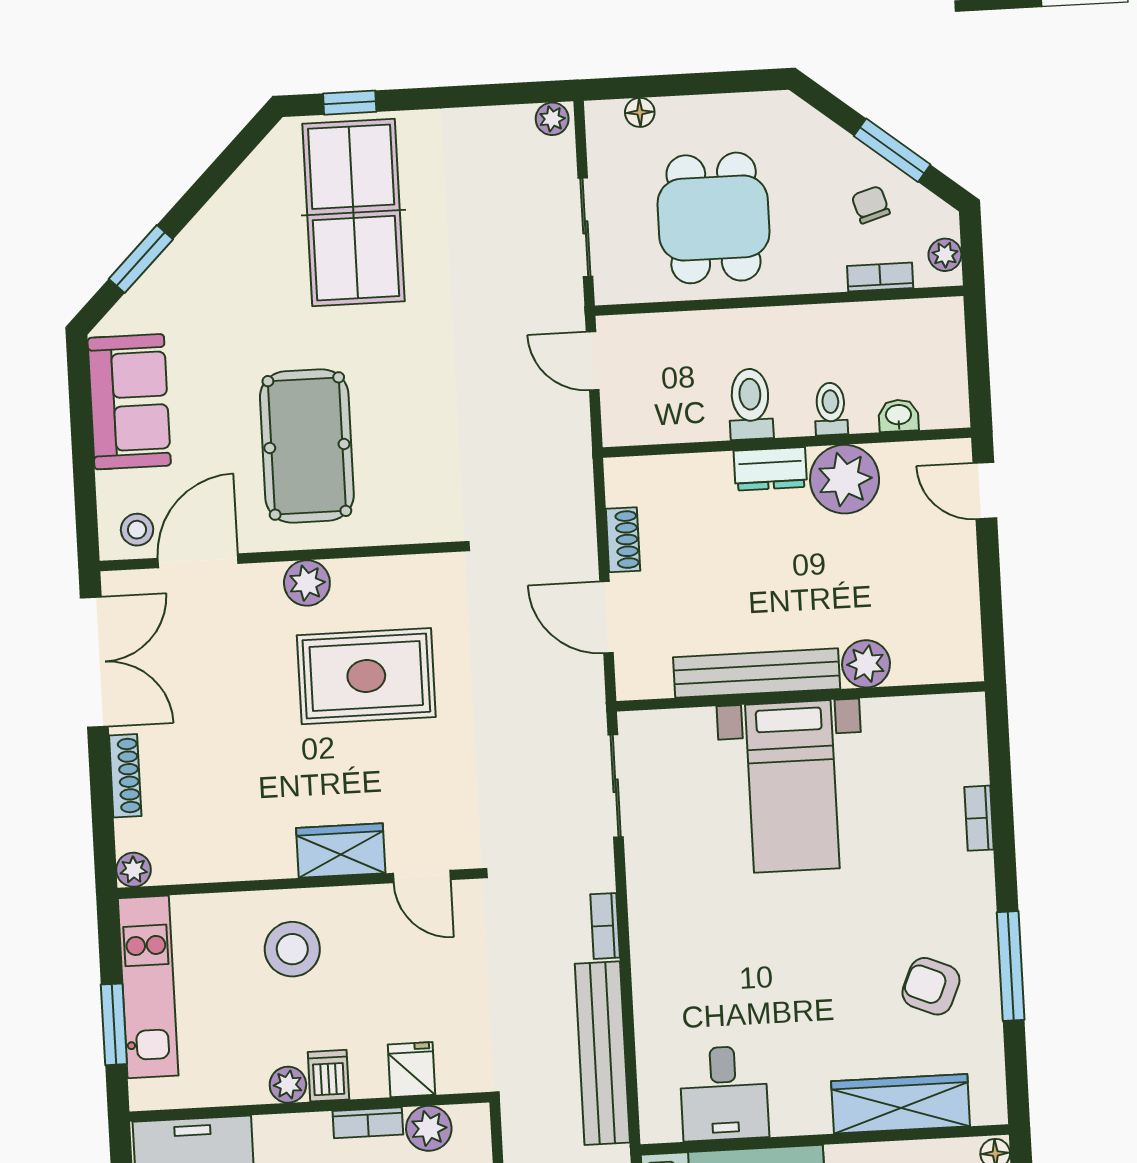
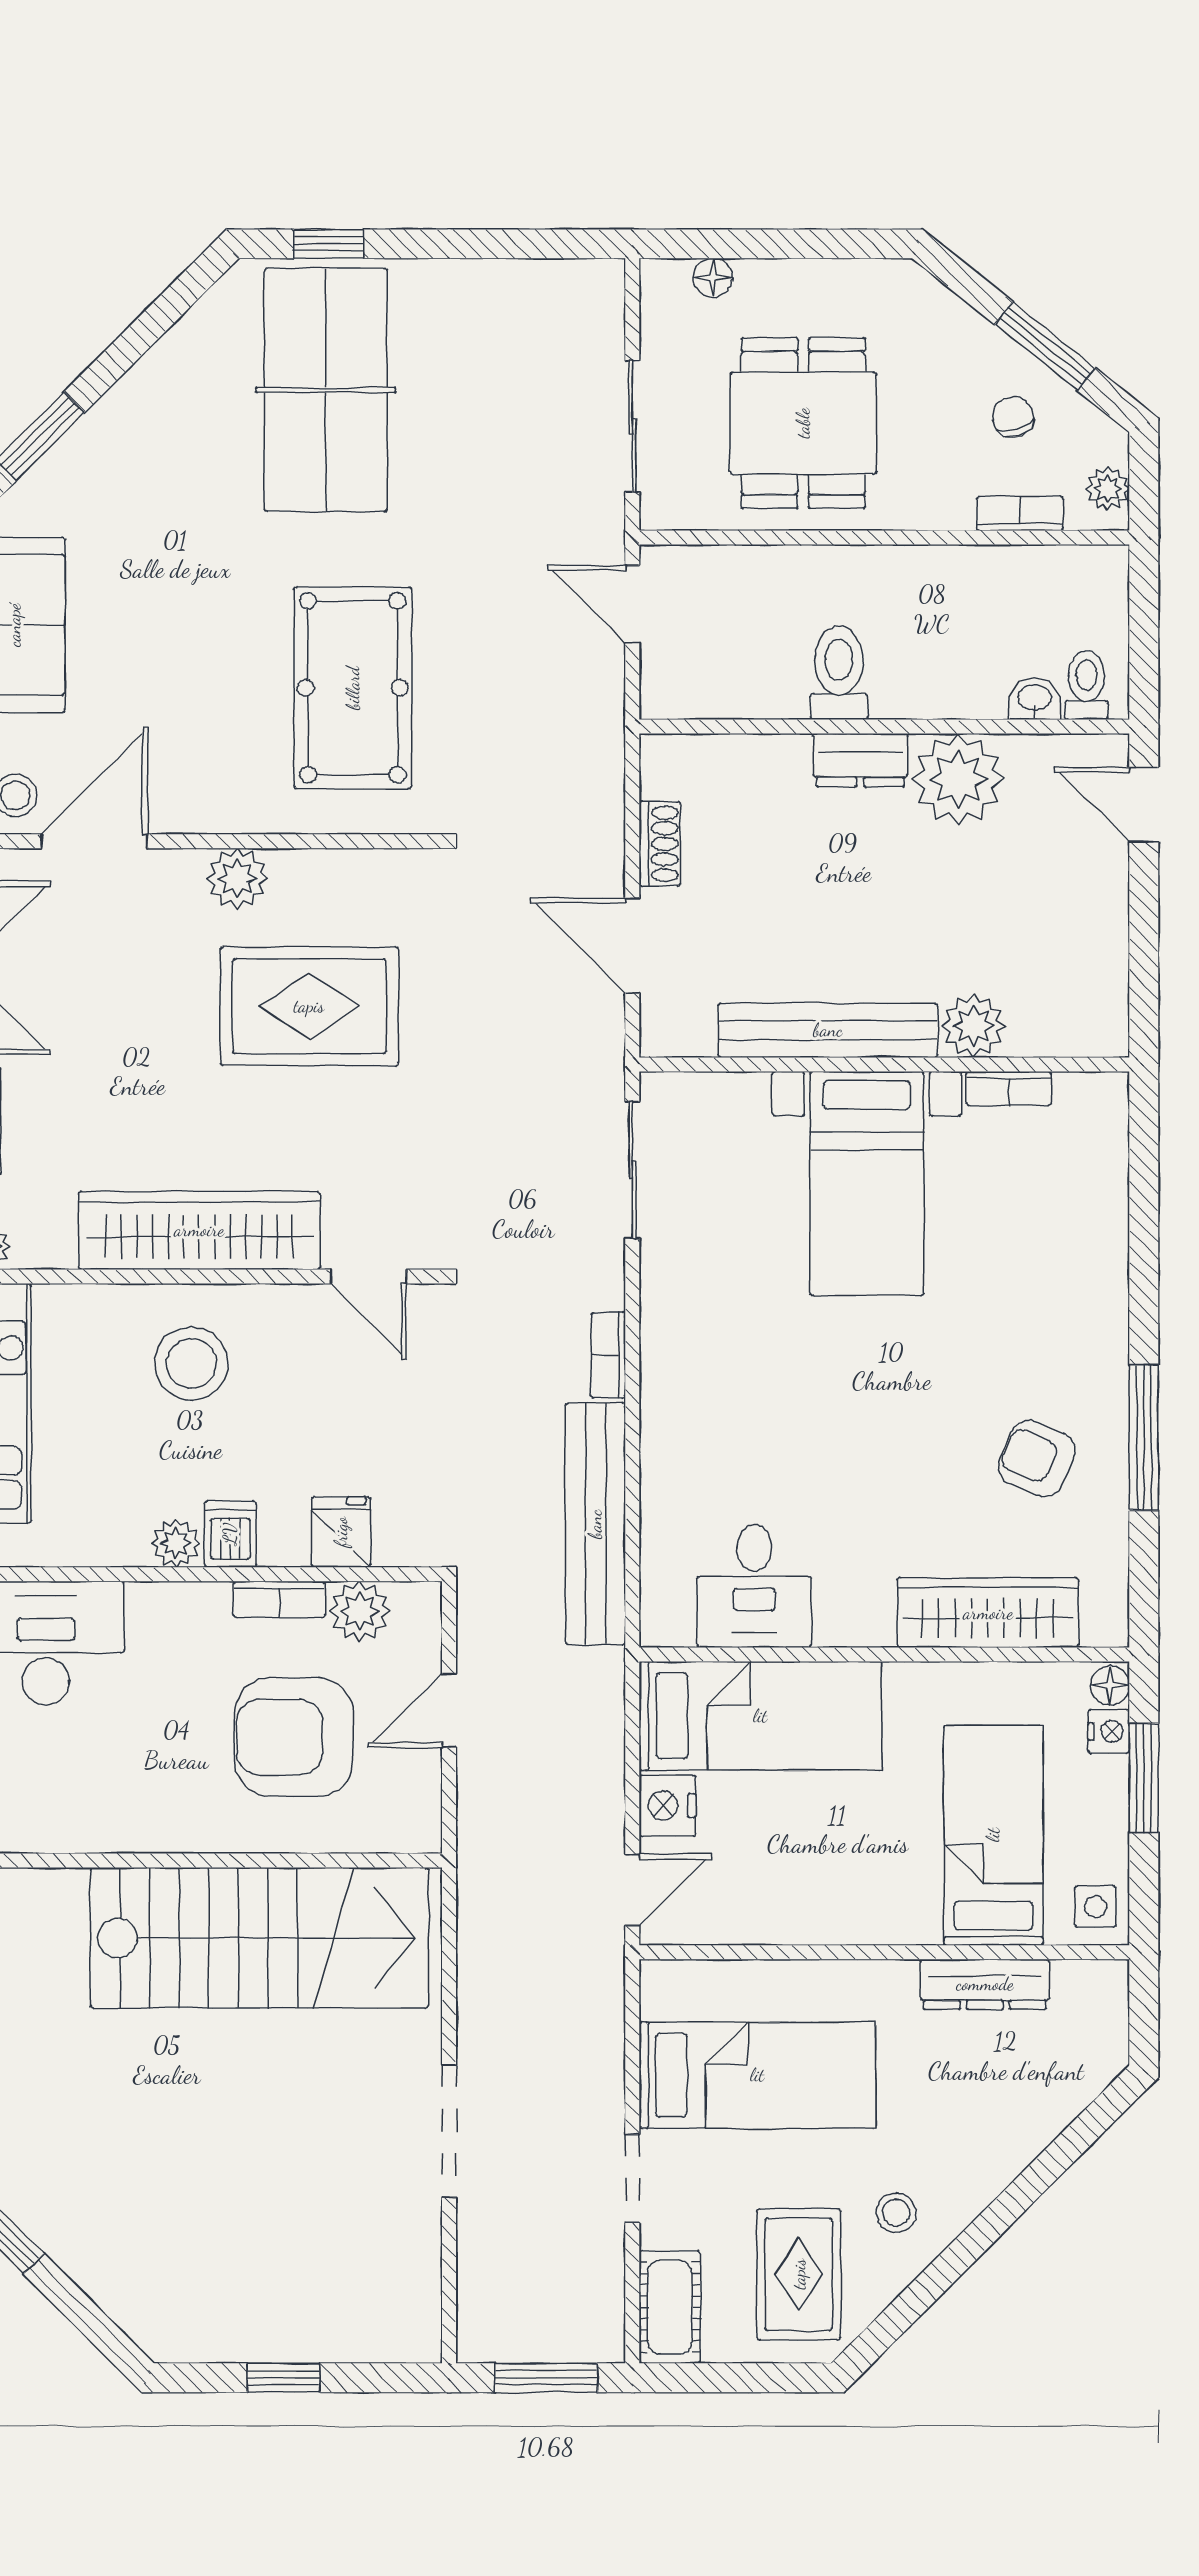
plant: (552, 119) -> (596, 280), removed
toilet: (831, 409) -> (1086, 685), moved
pool table: (307, 446) -> (353, 688), moved
bookcase: (979, 818) -> (1009, 1088), moved, turned -90
wardrobe: (341, 851) -> (199, 1230), width x2.10, depth x1.17

